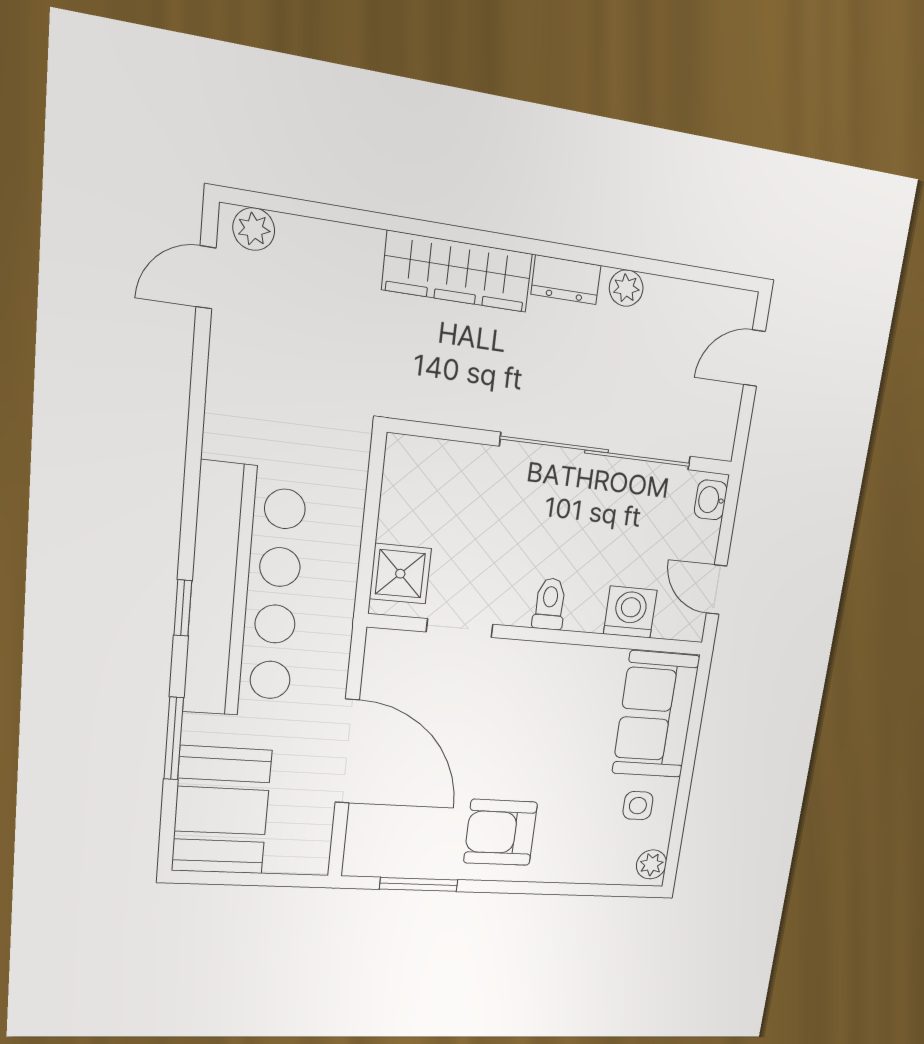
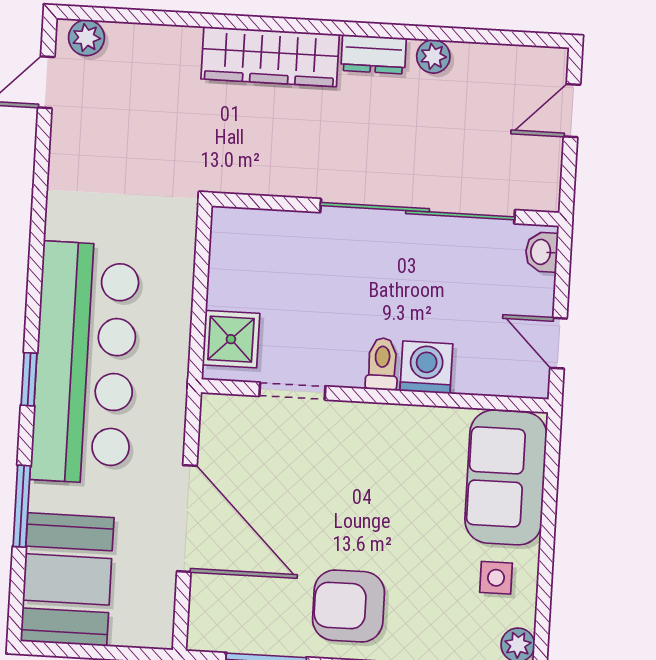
washing machine: (630, 612) -> (426, 367), moved

